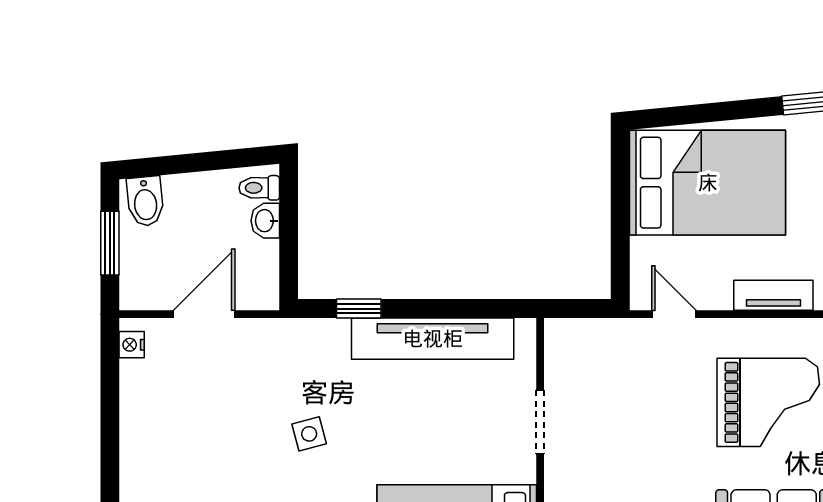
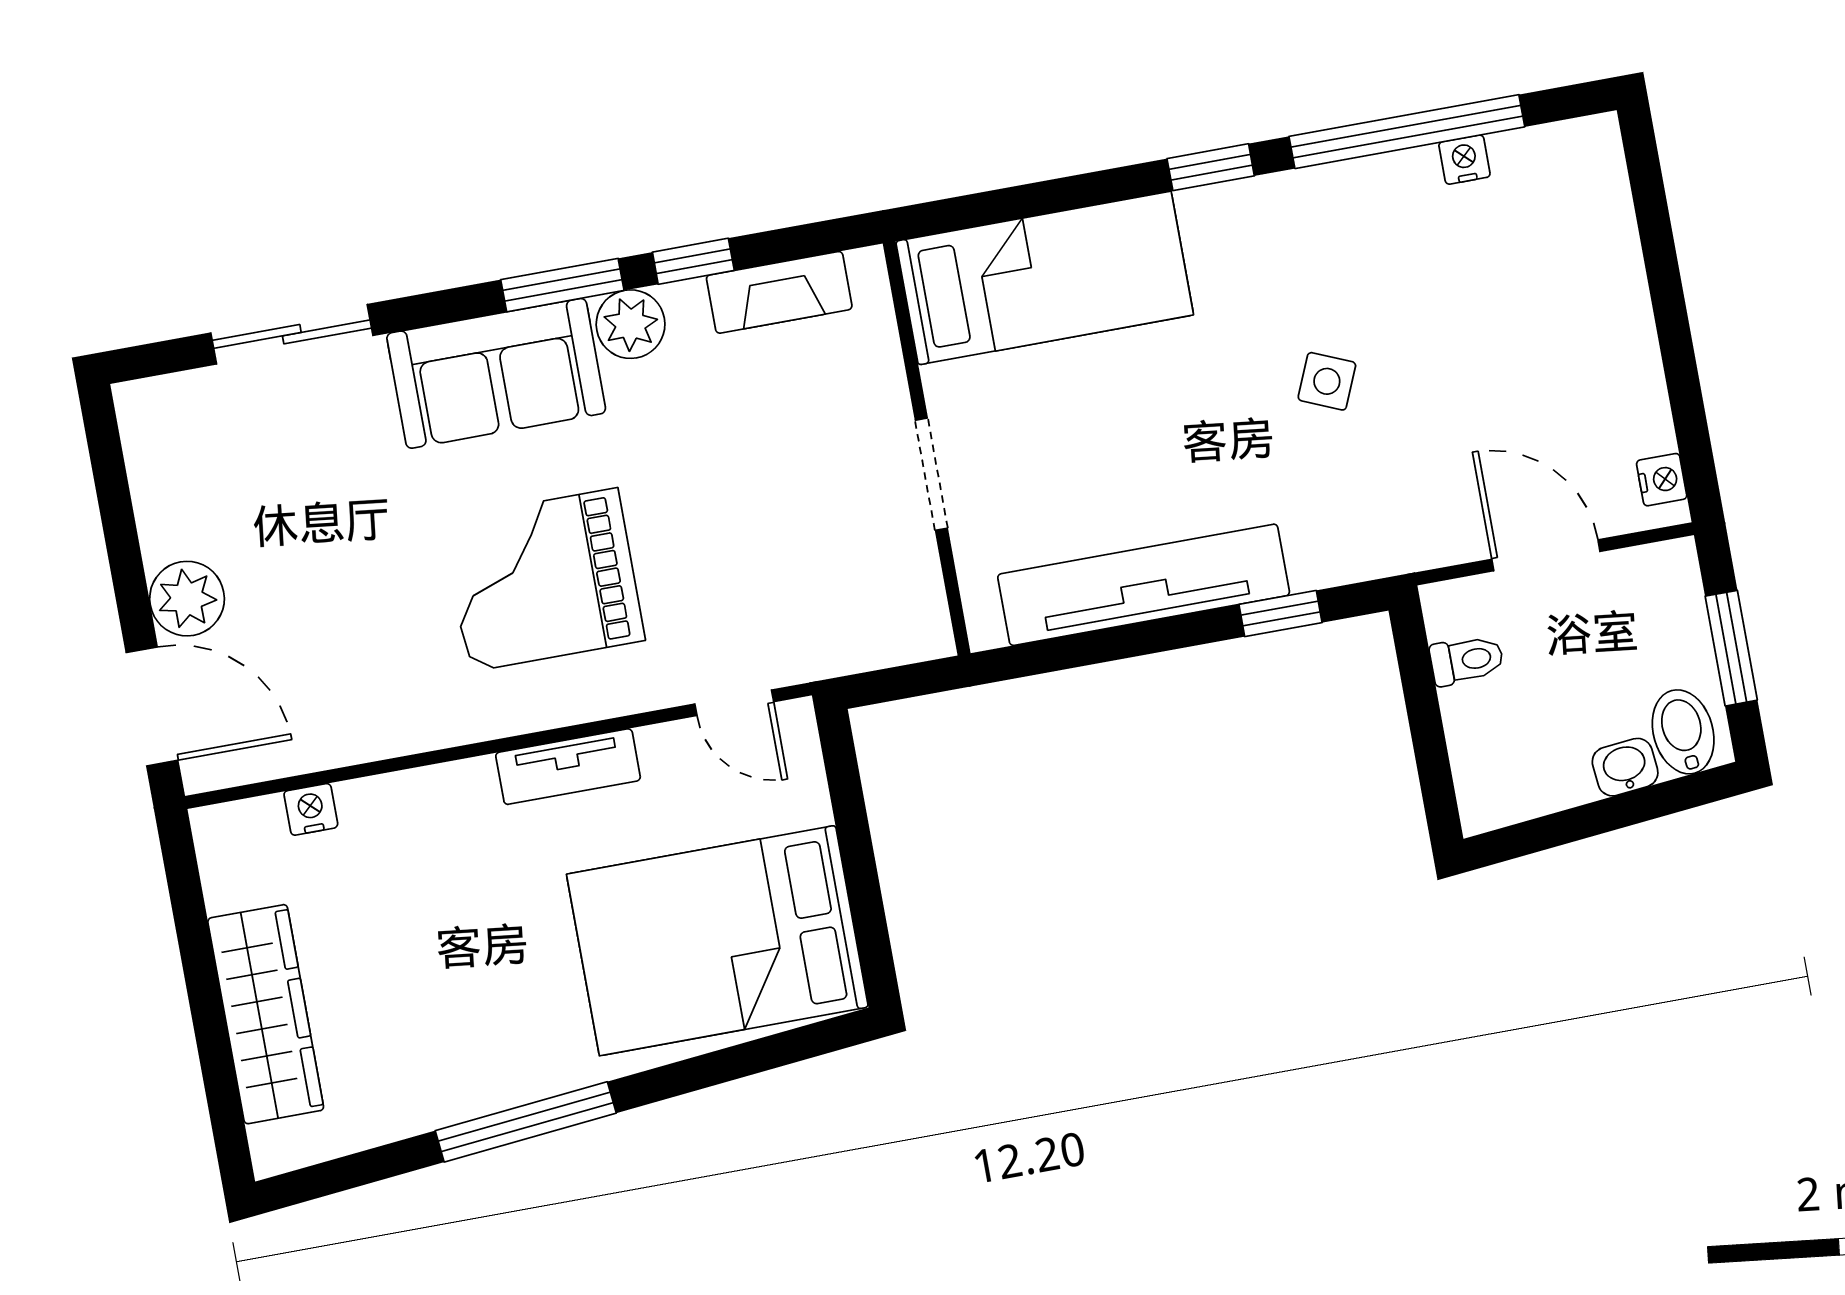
toilet: (259, 188) -> (1467, 660), moved
washbasin: (265, 221) -> (1625, 767), moved, turned -96
door: (204, 314) -> (1546, 555), swing flipped
side table: (309, 434) -> (1327, 381), turned 38

